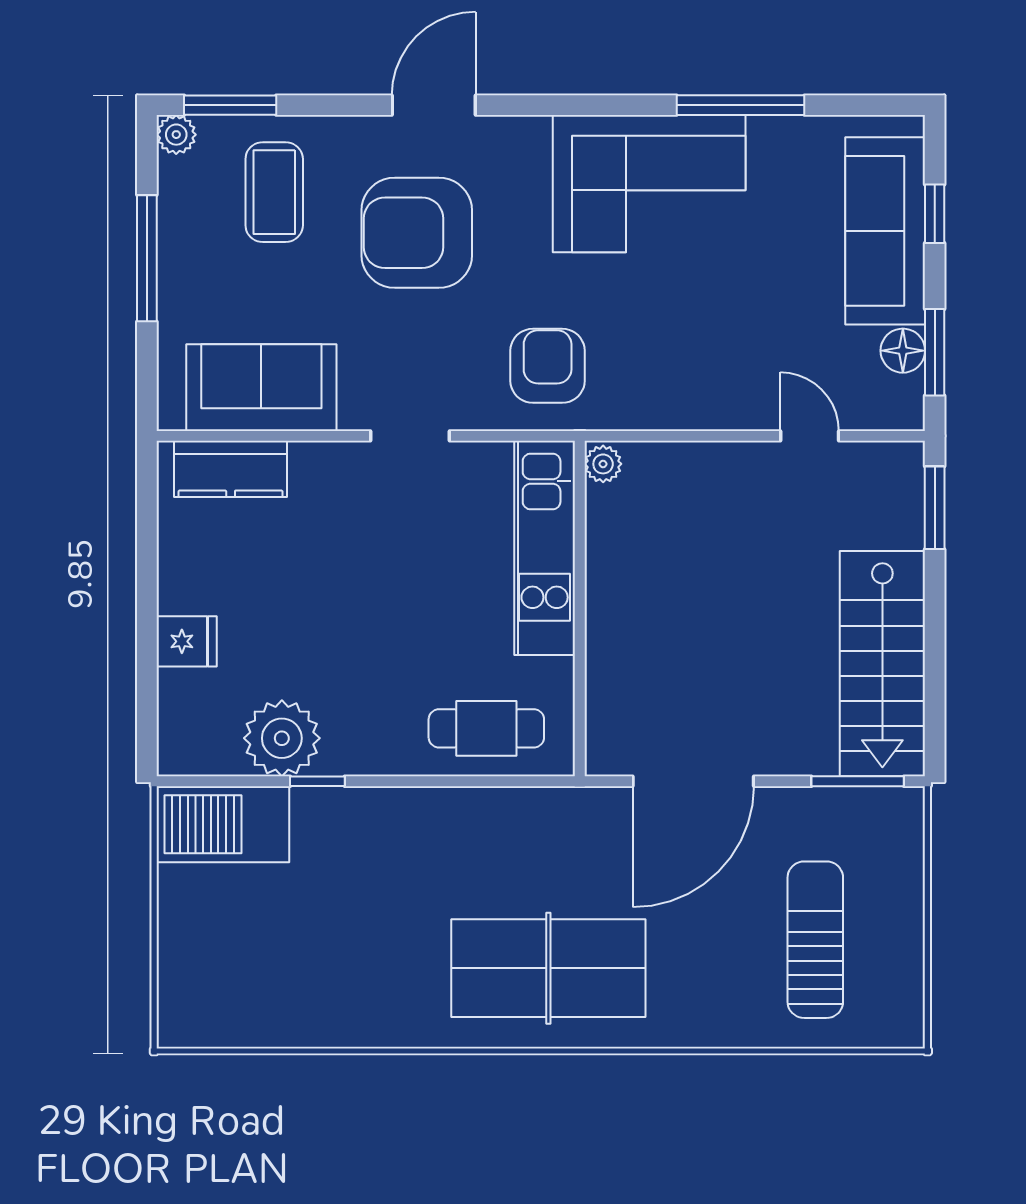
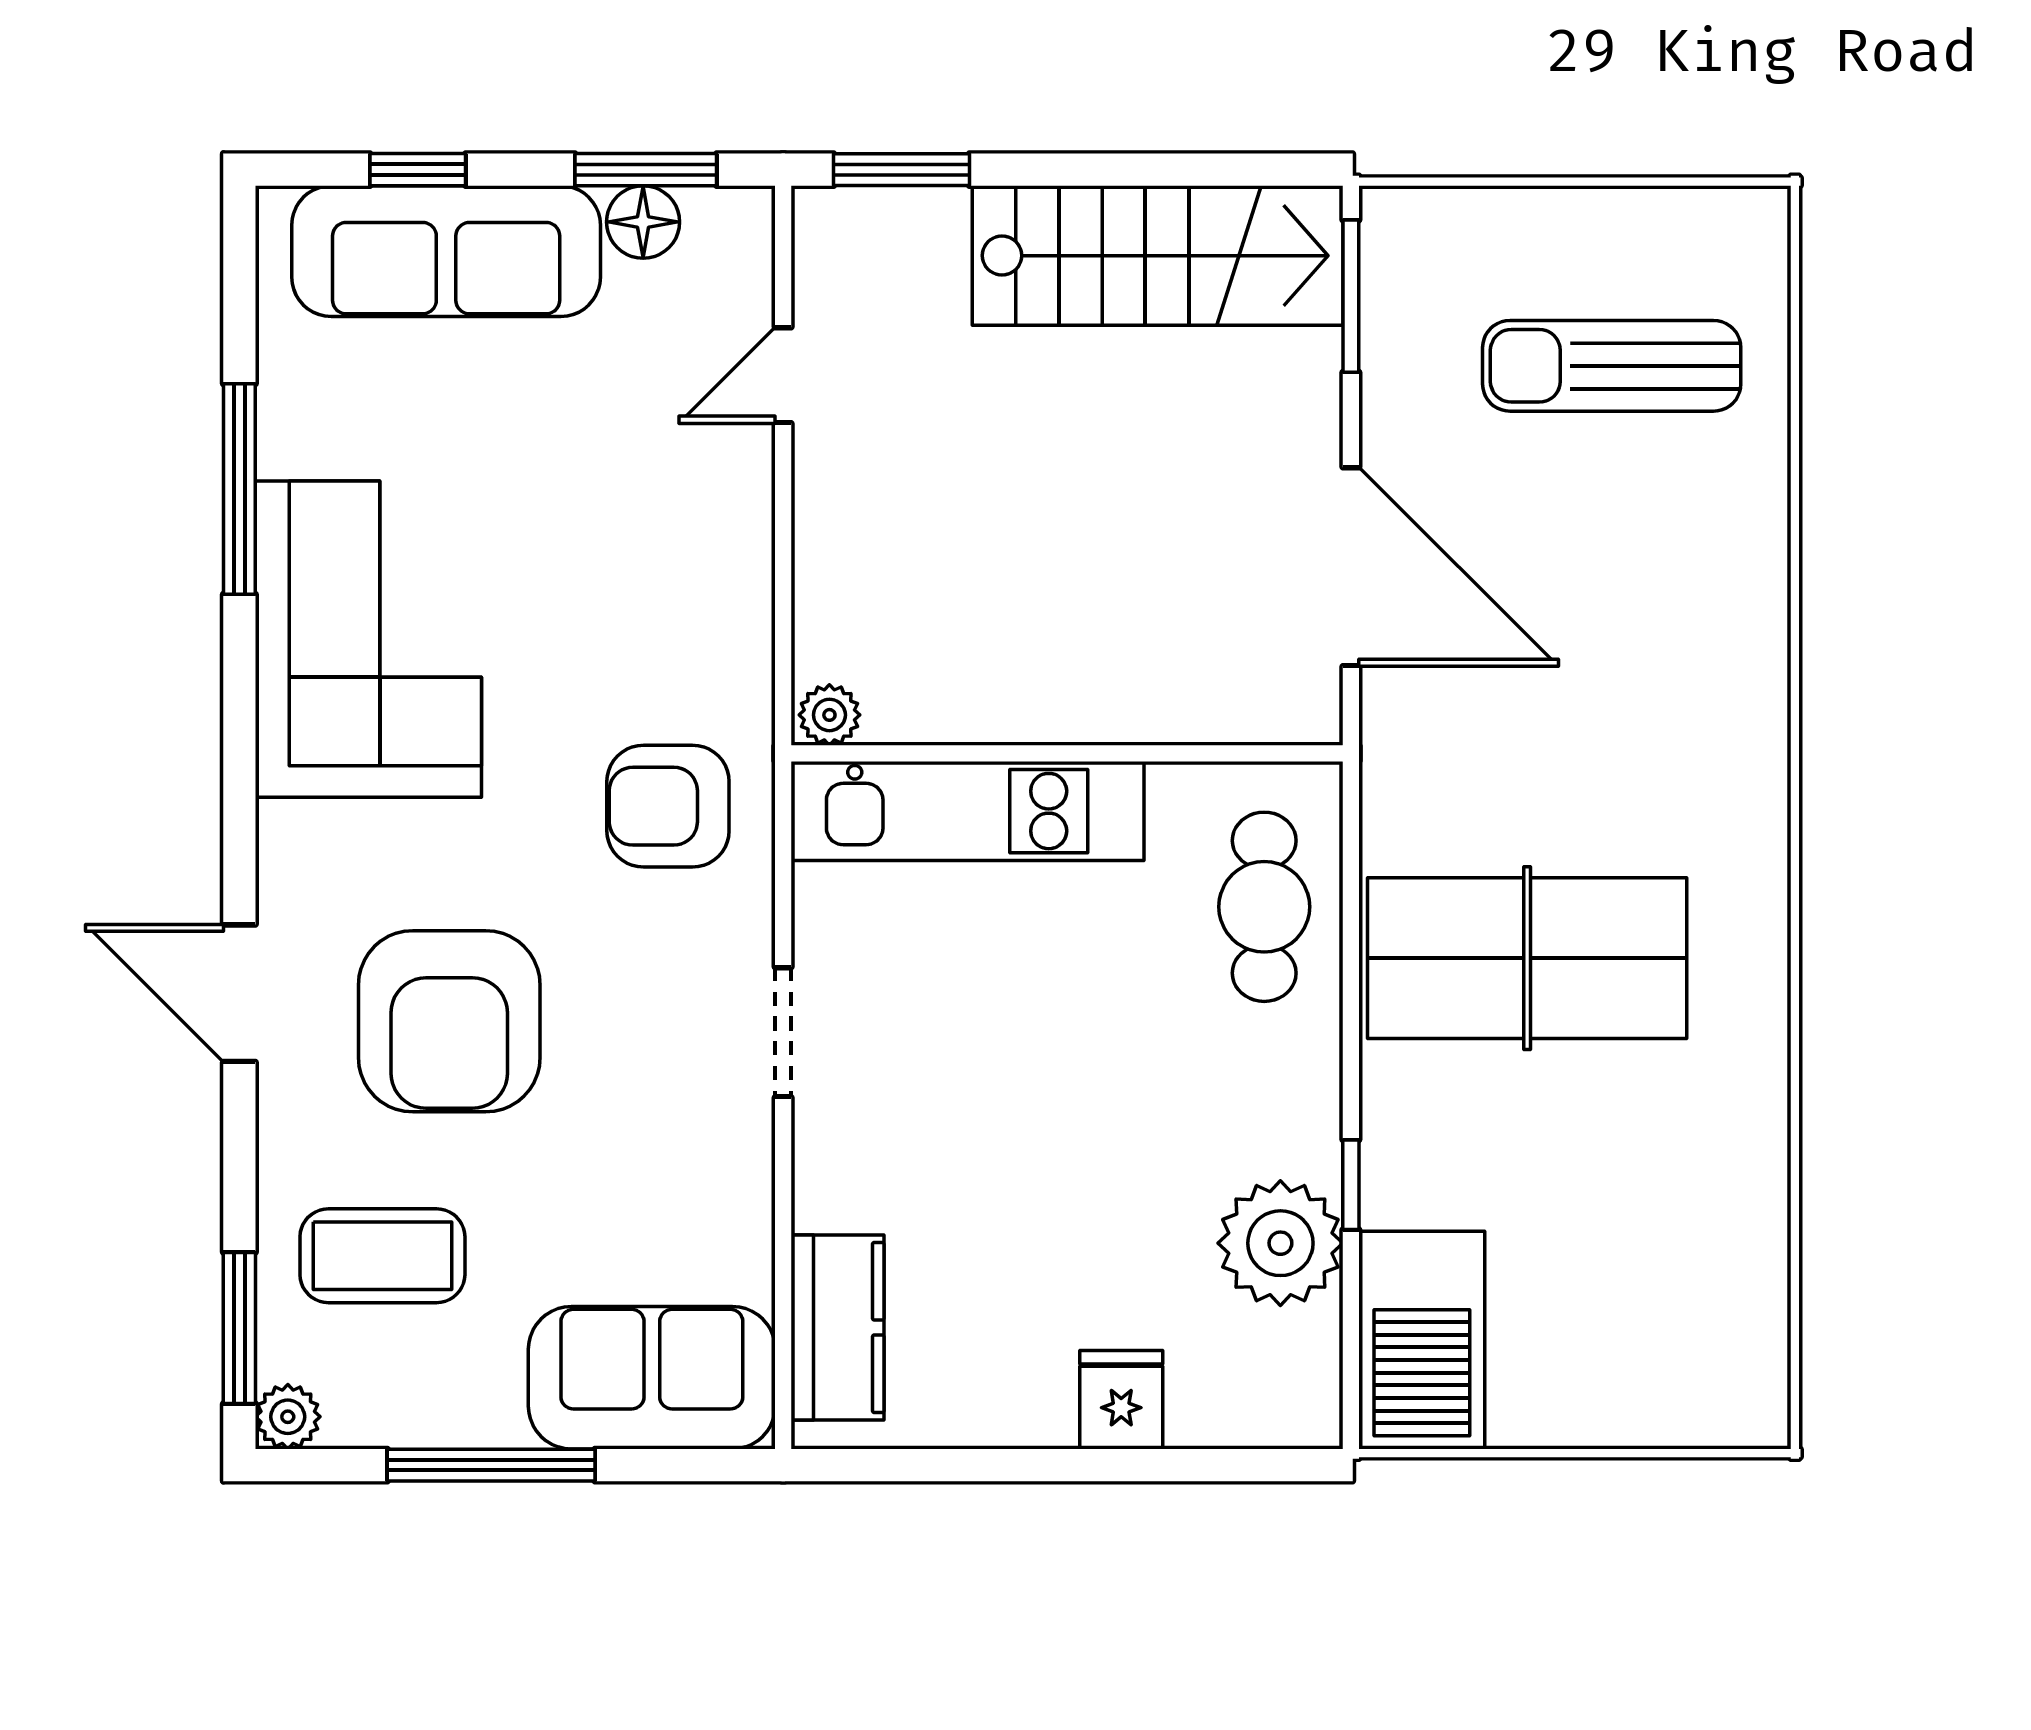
sofa: (261, 388) -> (652, 1378), moved, turned 90
table tennis table: (548, 968) -> (1527, 958), moved, turned 90

